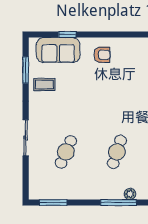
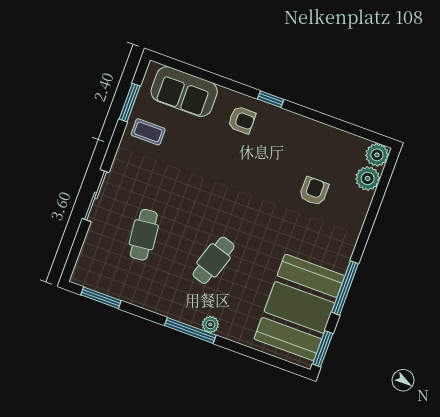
window: (67, 35) -> (271, 99), moved
cafe table: (66, 152) -> (144, 235), turned -30

